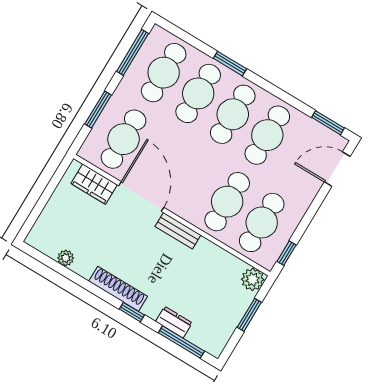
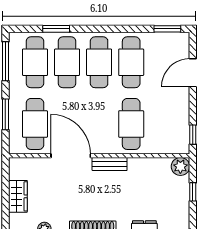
window: (230, 64) -> (56, 29), moved
door: (337, 169) -> (193, 73), moved
wardrobe: (94, 184) -> (18, 196), moved, turned -90
cafe table: (262, 222) -> (163, 124), removed
window: (249, 315) -> (193, 192), width x0.67

